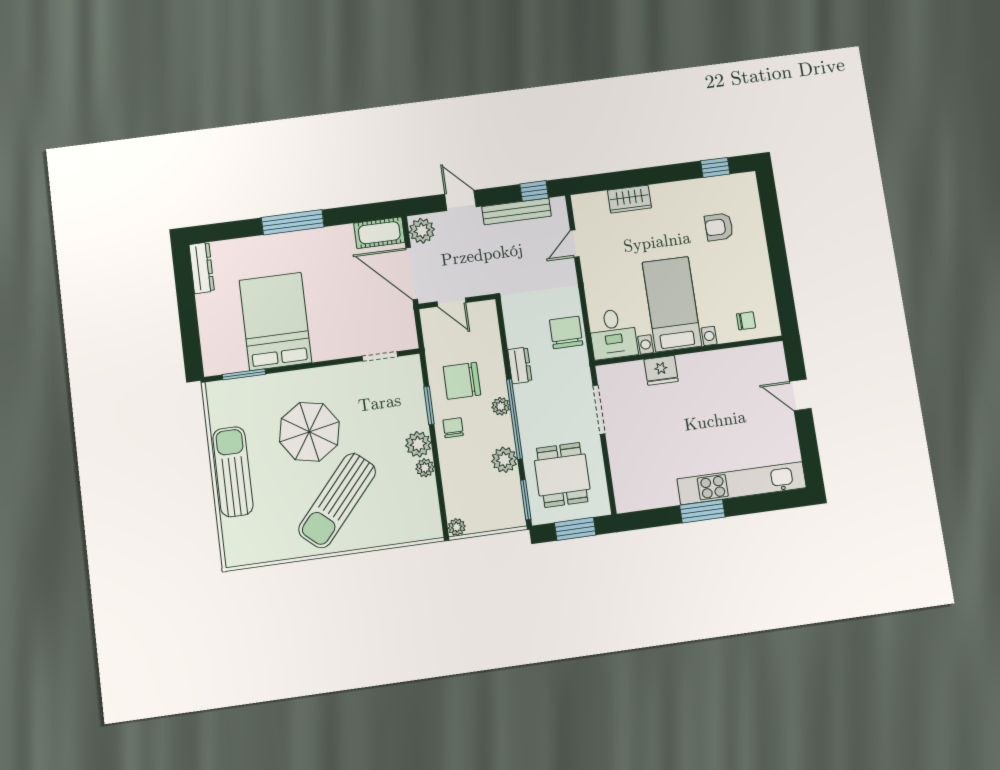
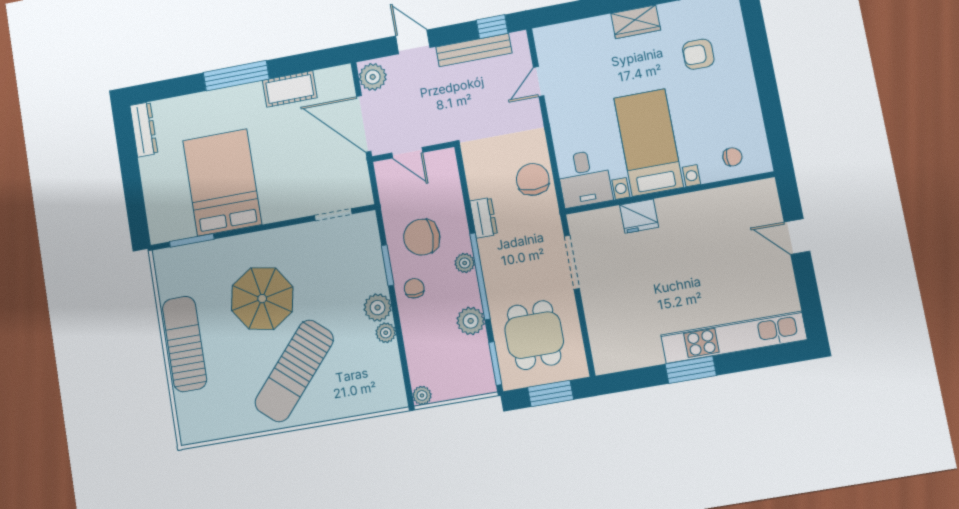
wardrobe: (629, 199) -> (636, 22), moved
cot: (379, 233) -> (290, 89), moved

